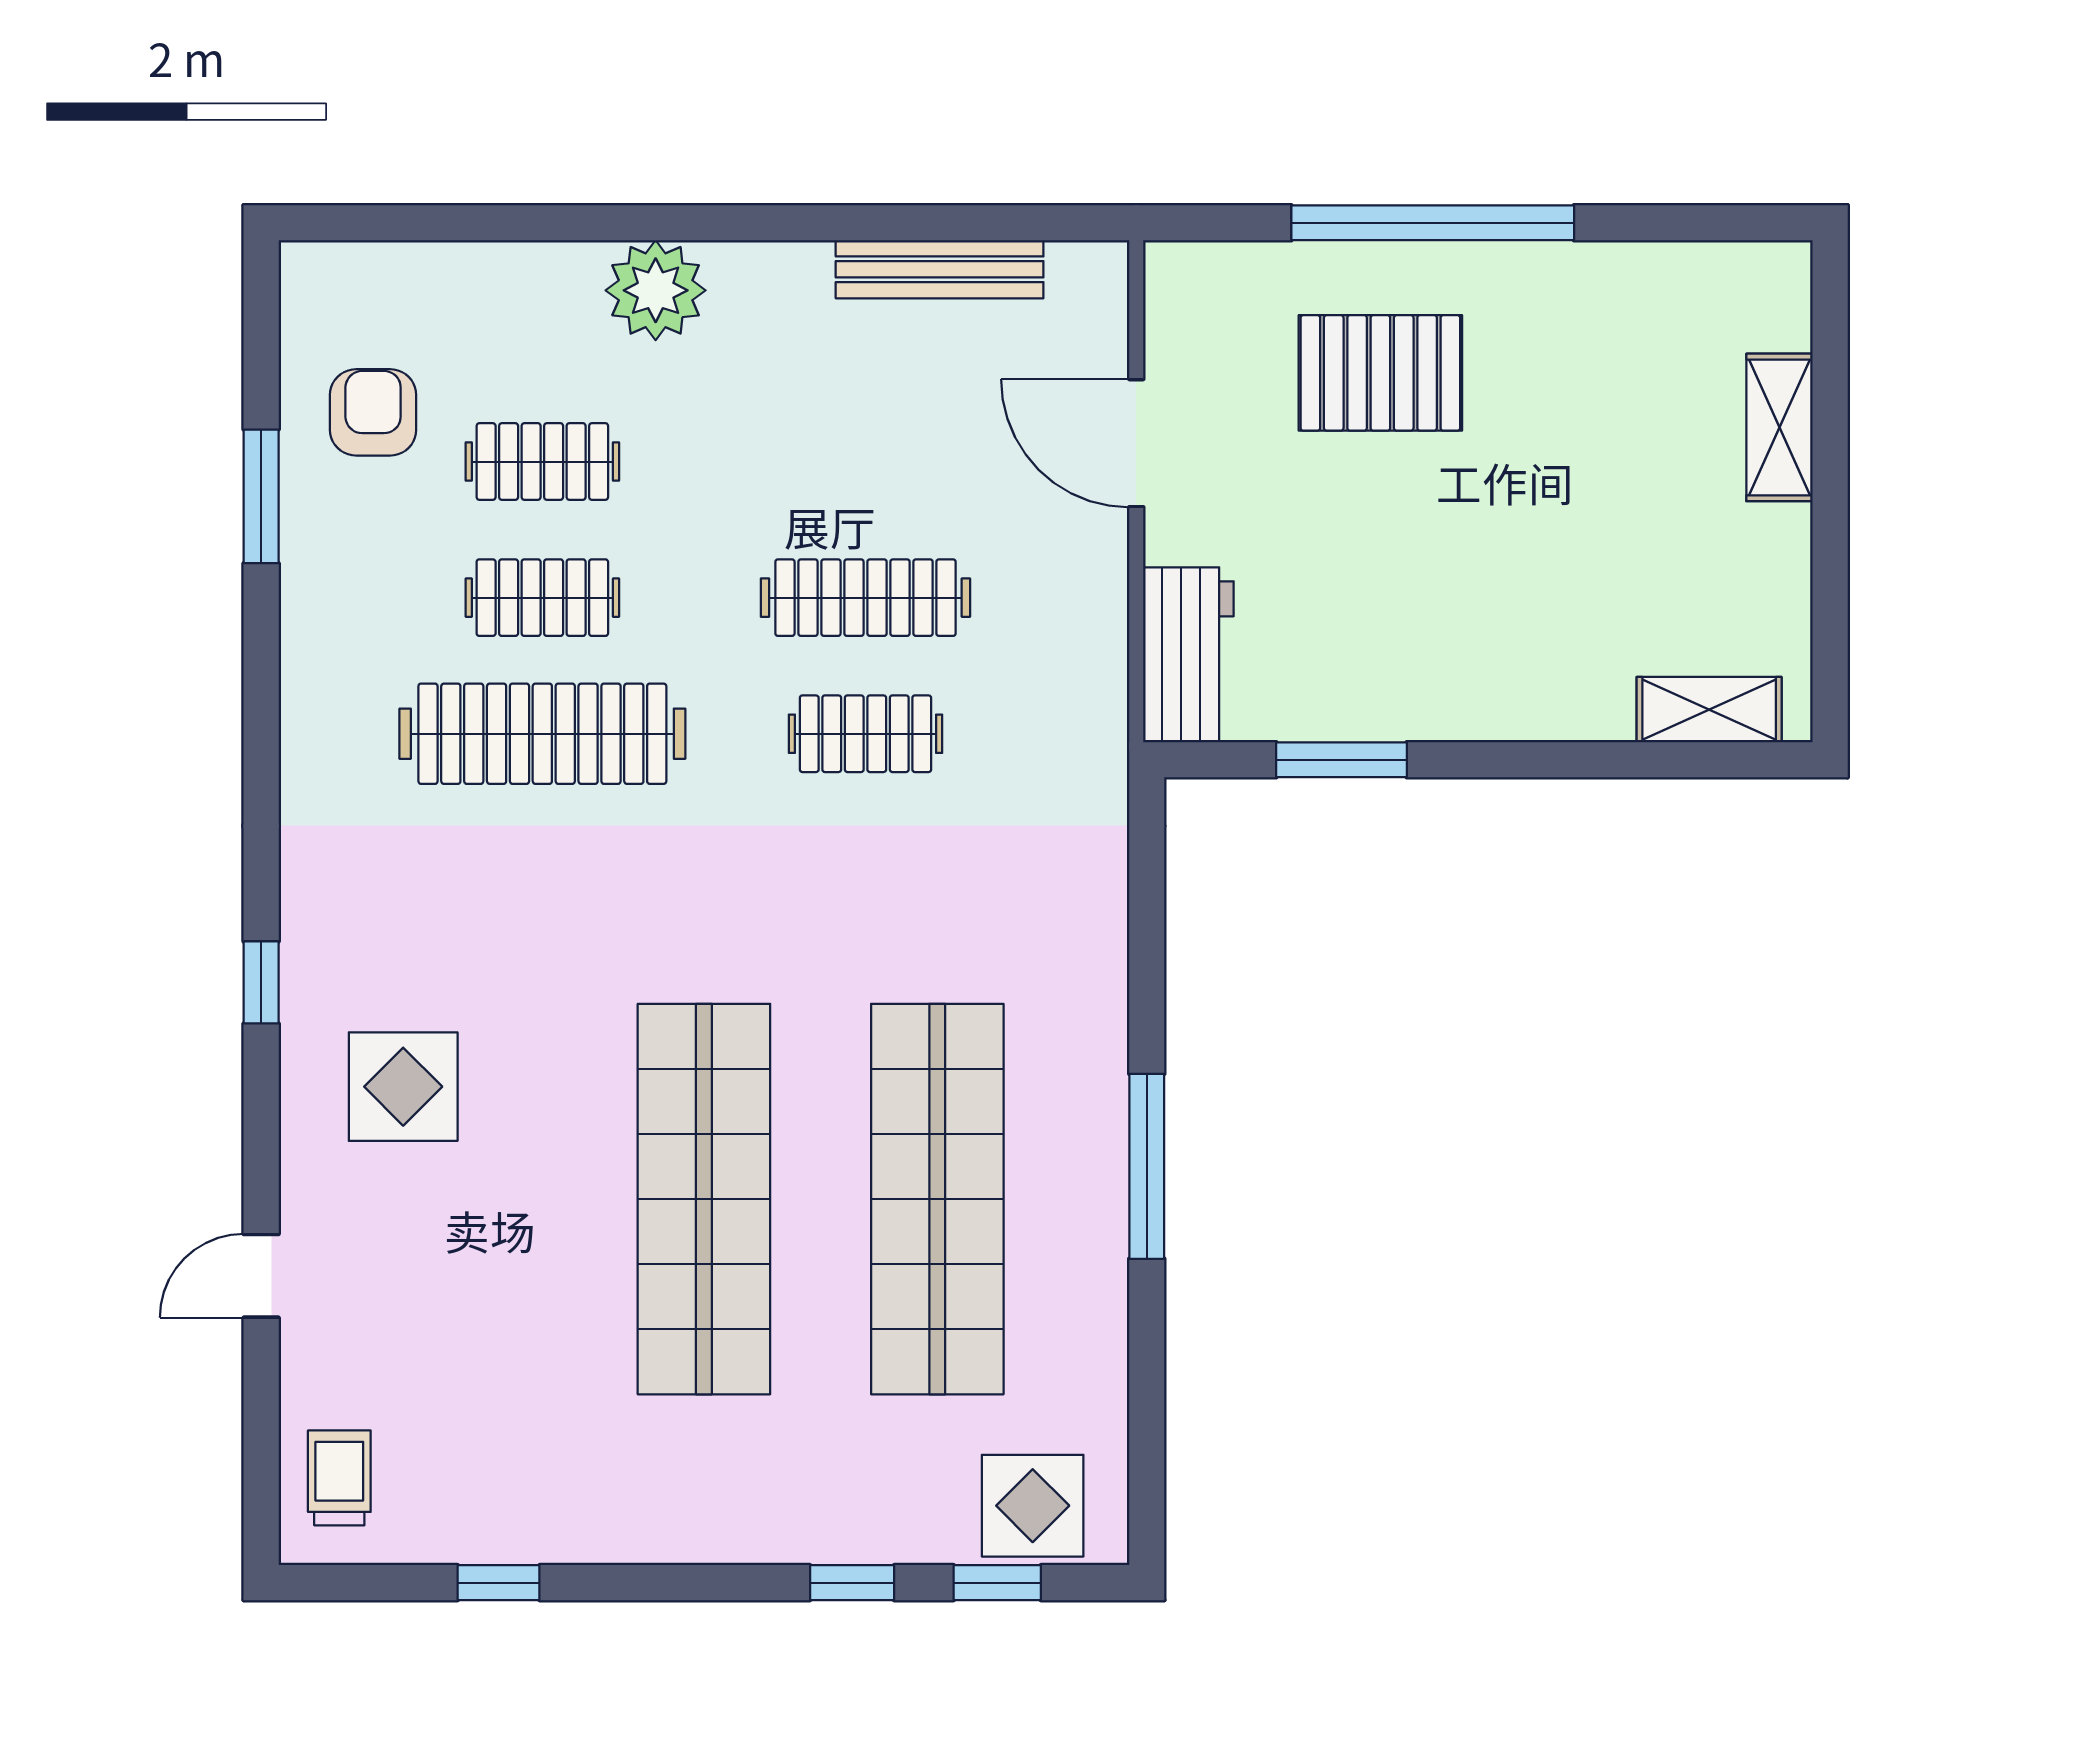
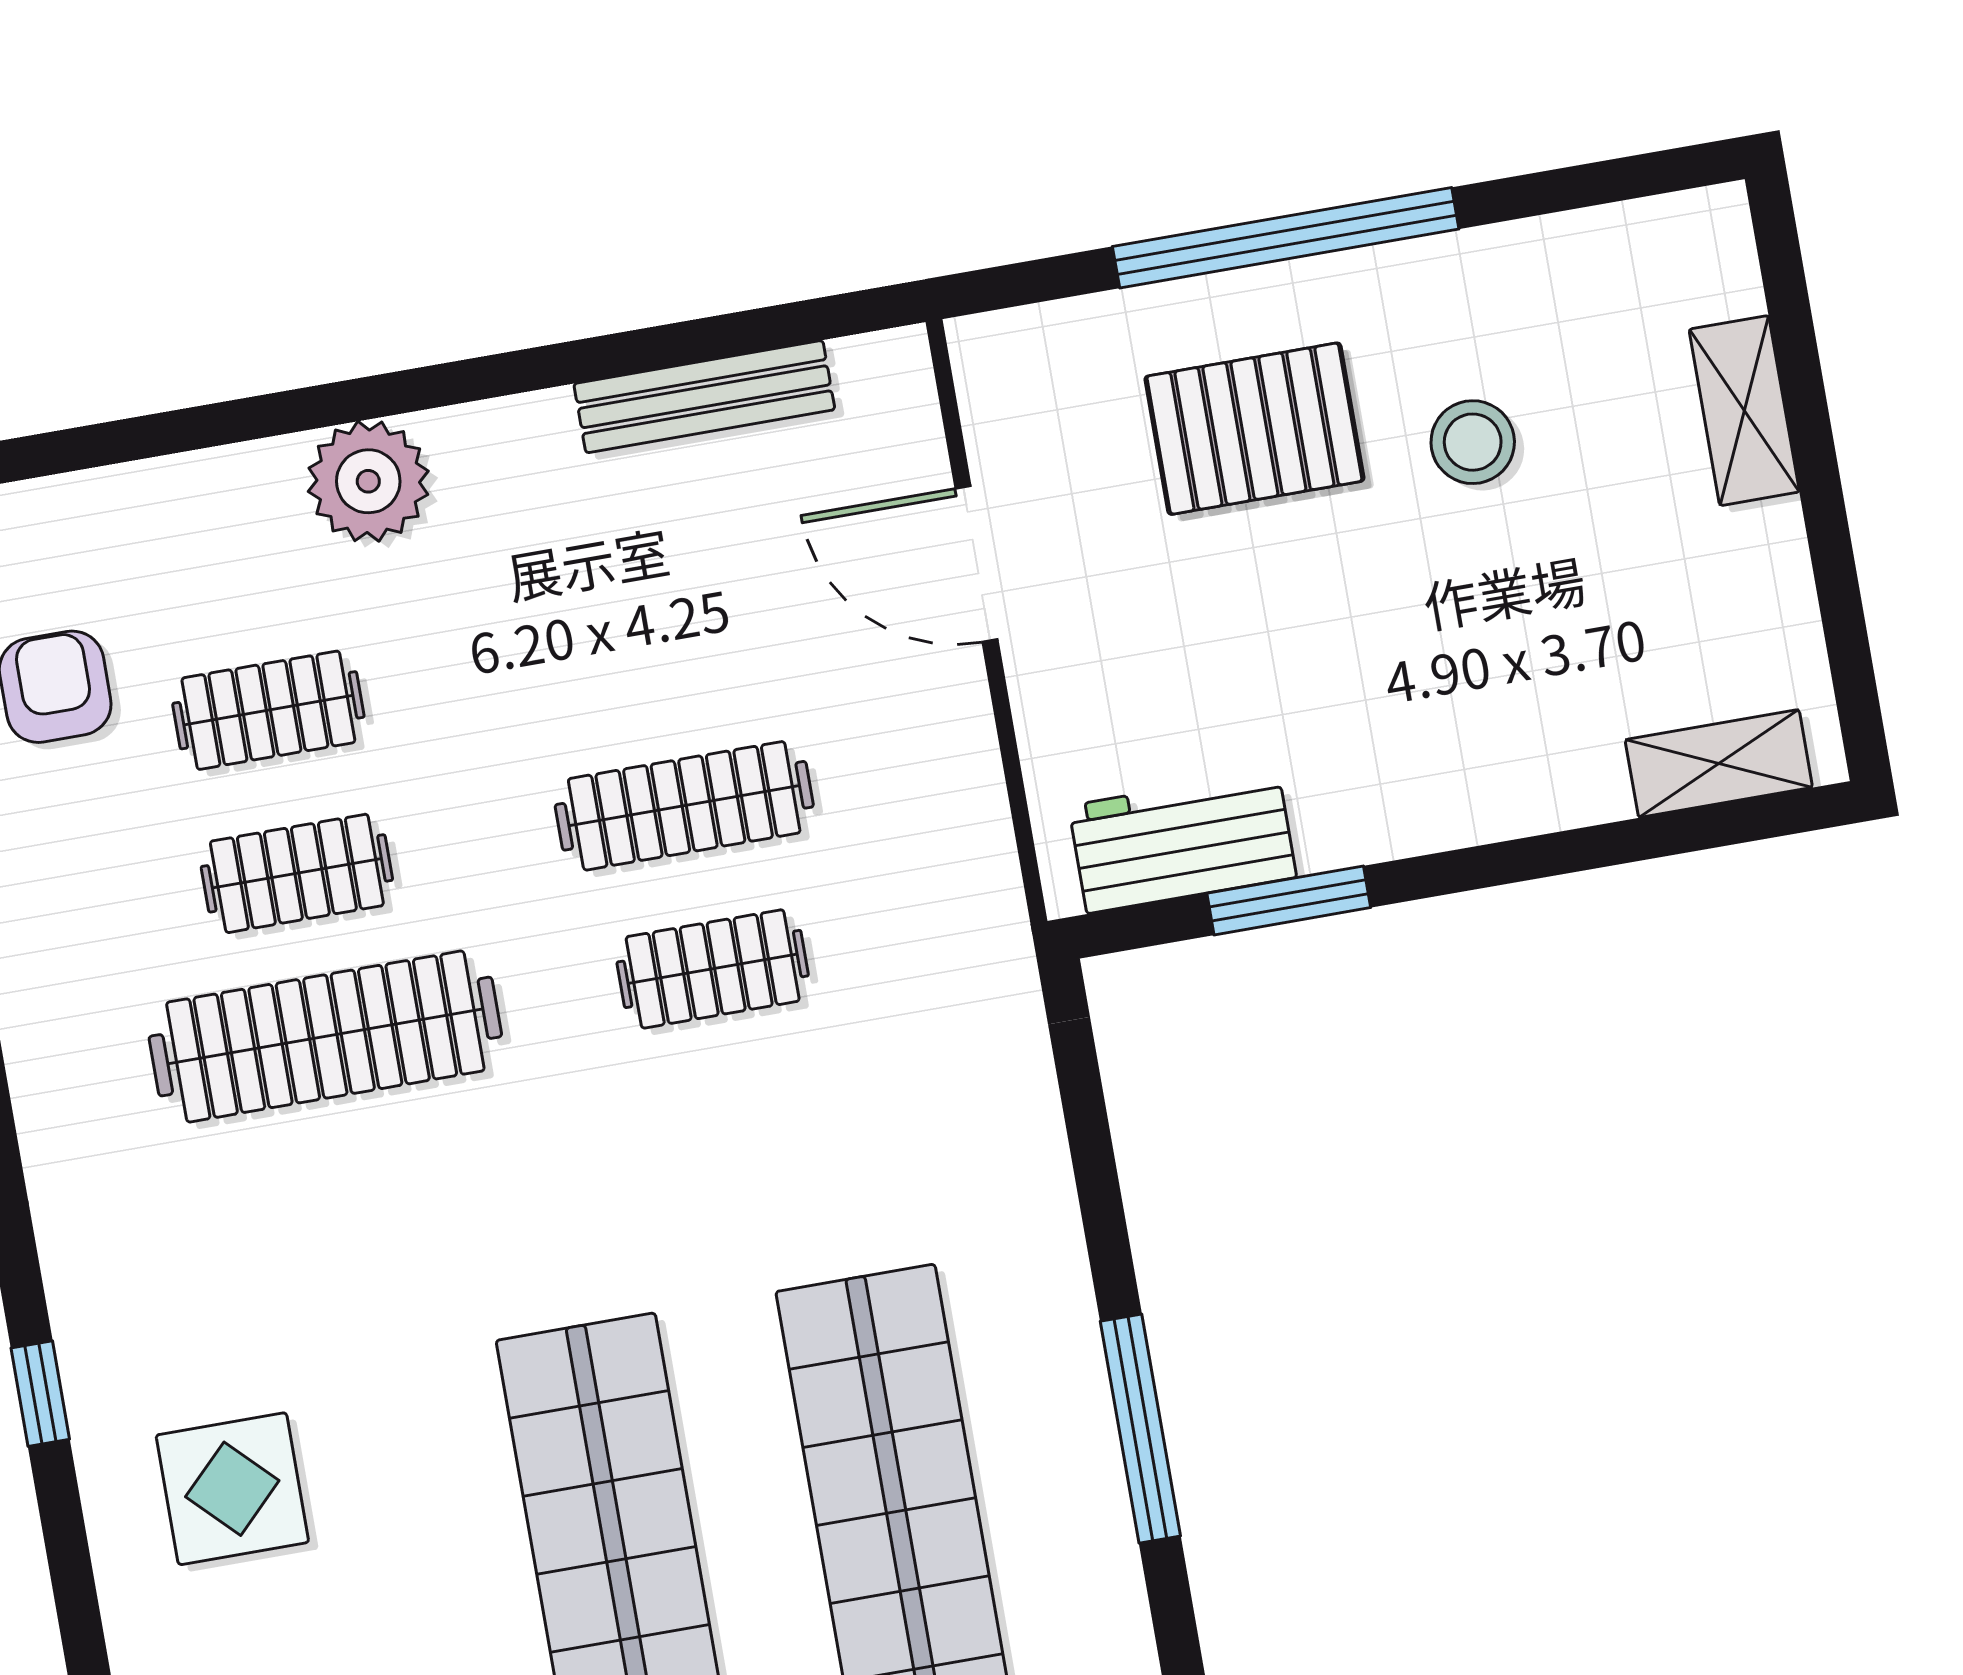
stool: (1555, 415) -> (1473, 442), added
workbench: (1188, 655) -> (1182, 842), moved, turned -90

